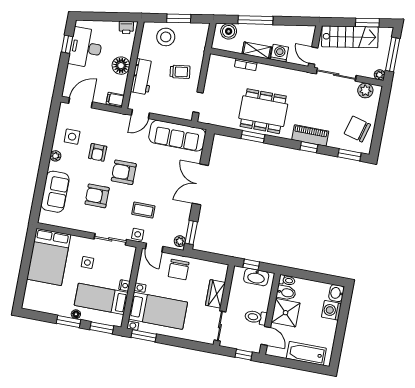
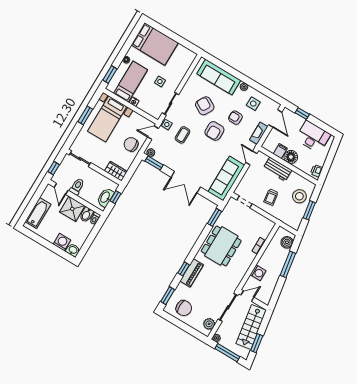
window: (67, 44) -> (302, 113), moved
shelving: (257, 50) -> (266, 257), removed
filing cabinet: (115, 99) -> (280, 151), moved
fireplace: (106, 116) -> (259, 133), added
chair: (357, 129) -> (184, 308), turned 75
window: (253, 137) -> (215, 217), moved
armchair: (124, 172) -> (214, 131), turned 180
double door: (200, 184) -> (186, 182), swing flipped
sofa: (55, 192) -> (219, 77), width x1.36
armchair: (97, 196) -> (205, 106), turned -61
bed: (49, 257) -> (155, 44), moved, turned 180
wardrobe: (215, 294) -> (116, 171), moved
window: (69, 322) -> (123, 53), removed
window: (144, 336) -> (85, 115), moved
door: (266, 336) -> (61, 189), hinge flipped

